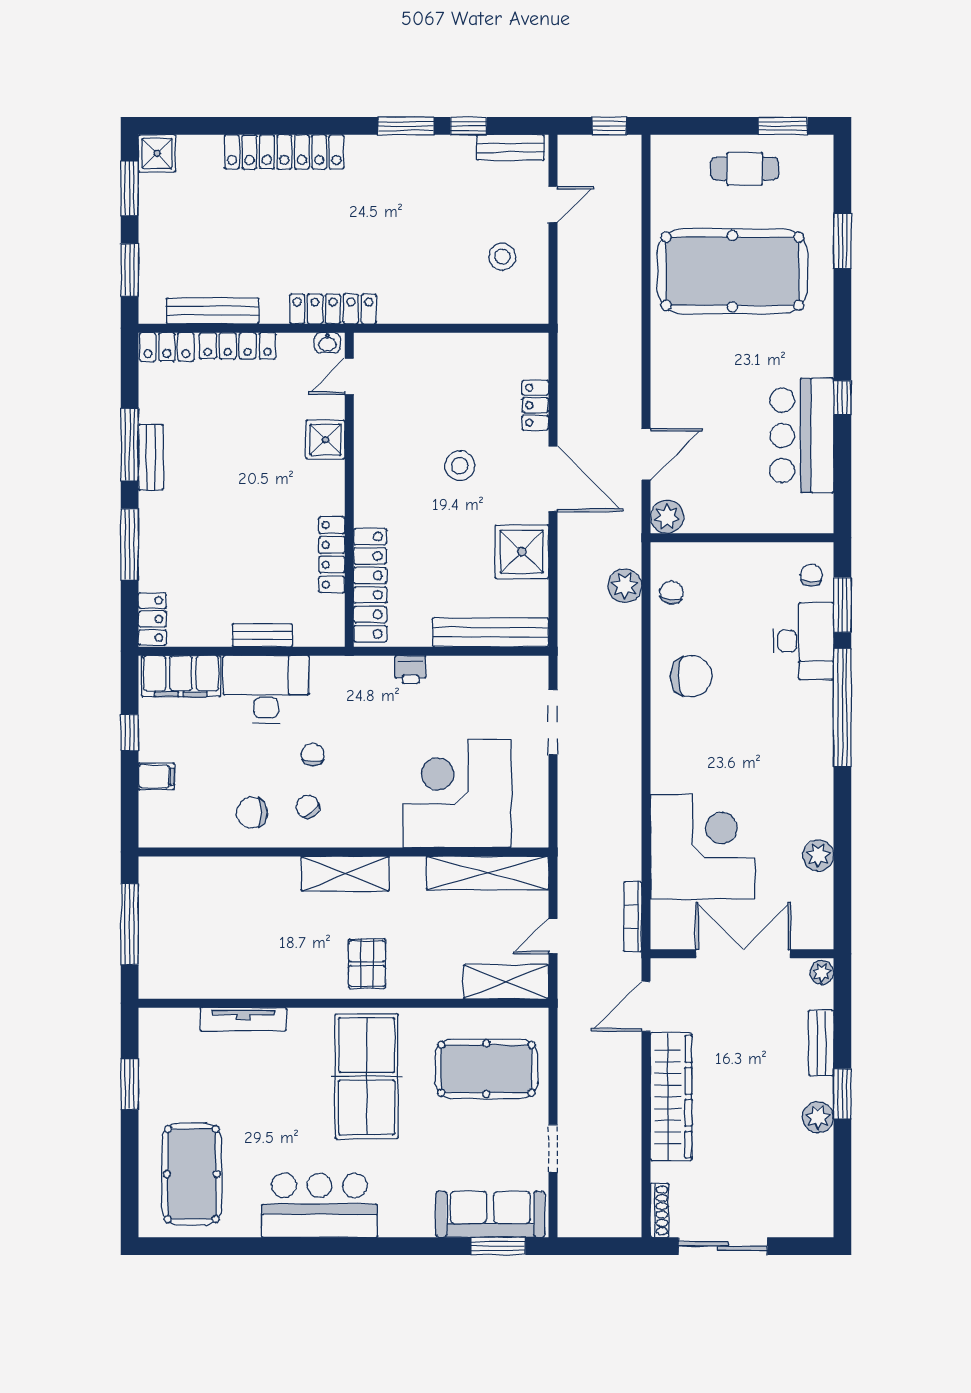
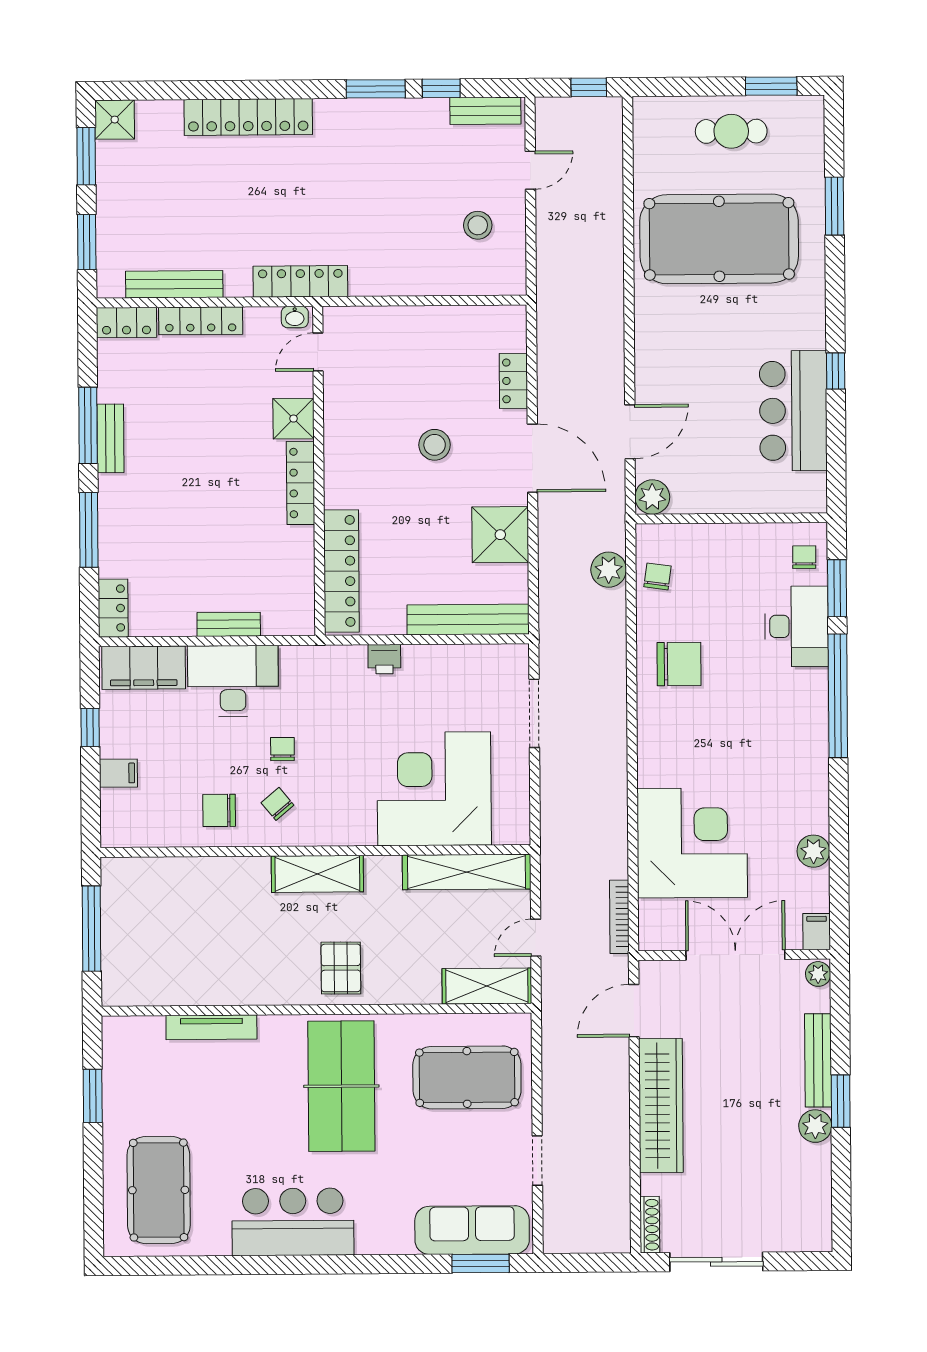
locker: (332, 555) -> (301, 483), moved
filing cabinet: (821, 932) -> (817, 932), added
bench: (821, 1043) -> (818, 1060), width x1.36

